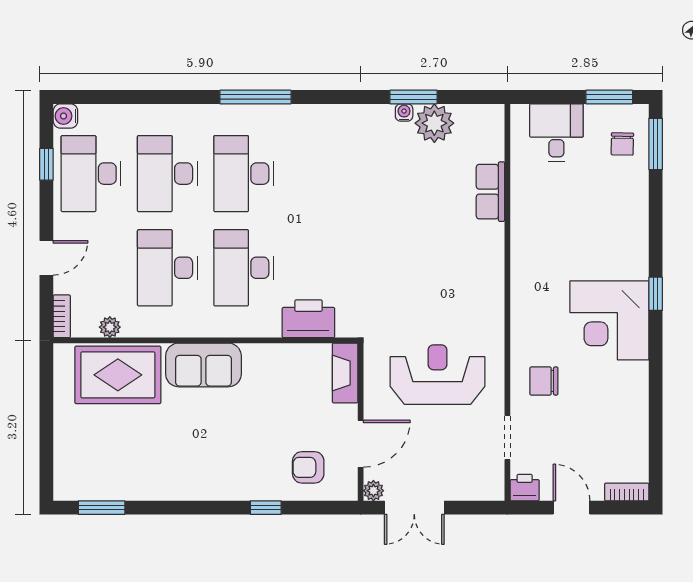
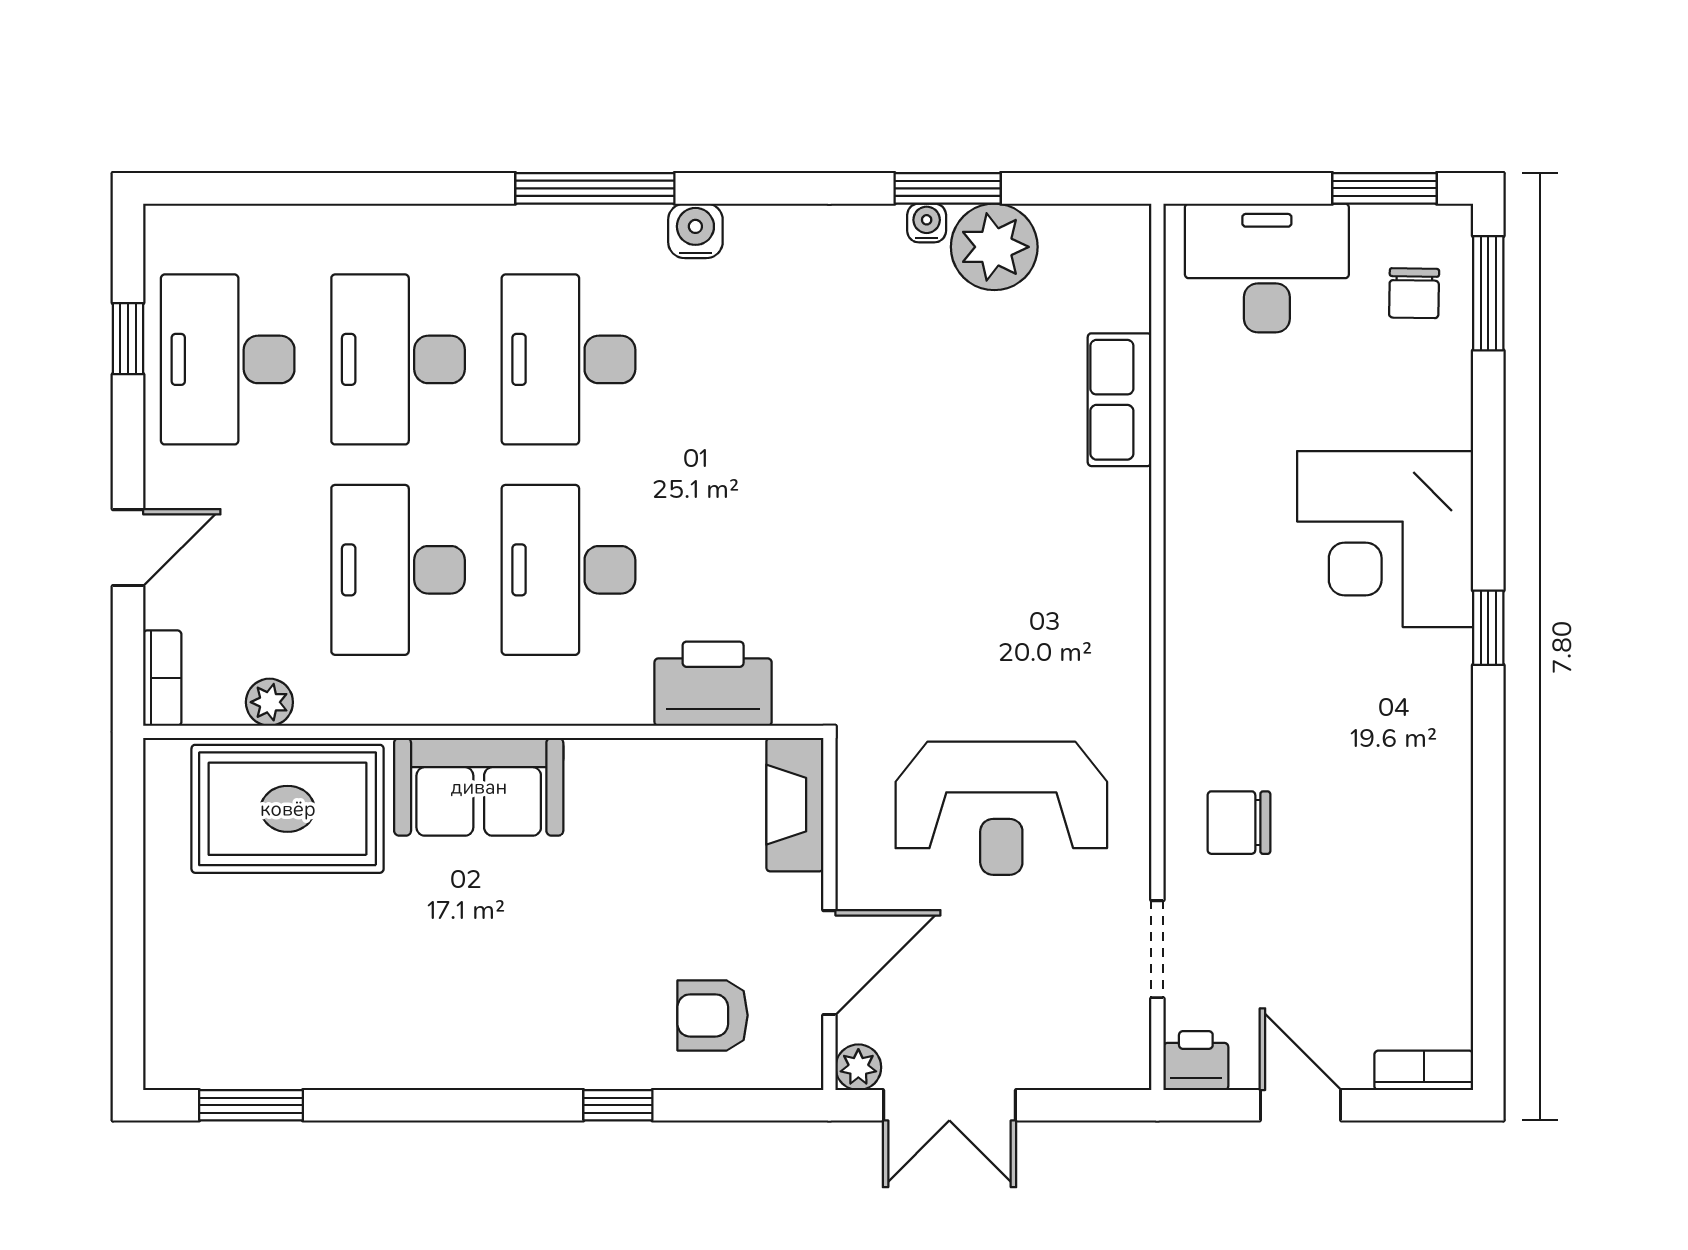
water cooler: (65, 116) -> (695, 231), moved, turned 90
desk: (556, 133) -> (1267, 268), width x1.37
corner desk: (609, 320) -> (1385, 539), moved
reception desk: (438, 375) -> (1001, 808), turned 180

